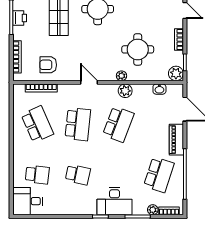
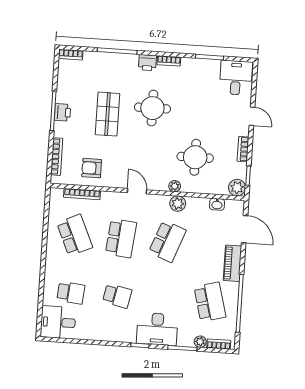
school desk: (159, 175) -> (210, 302), turned -33

